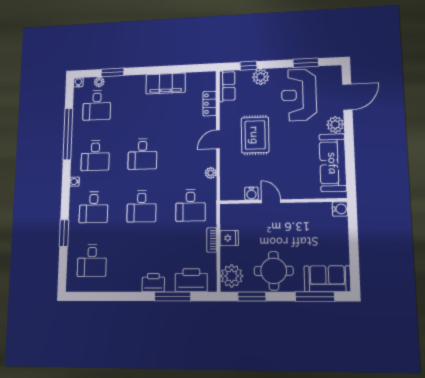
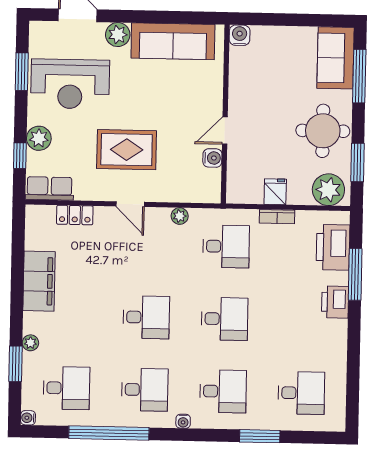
plant: (99, 82) -> (30, 343), moved

